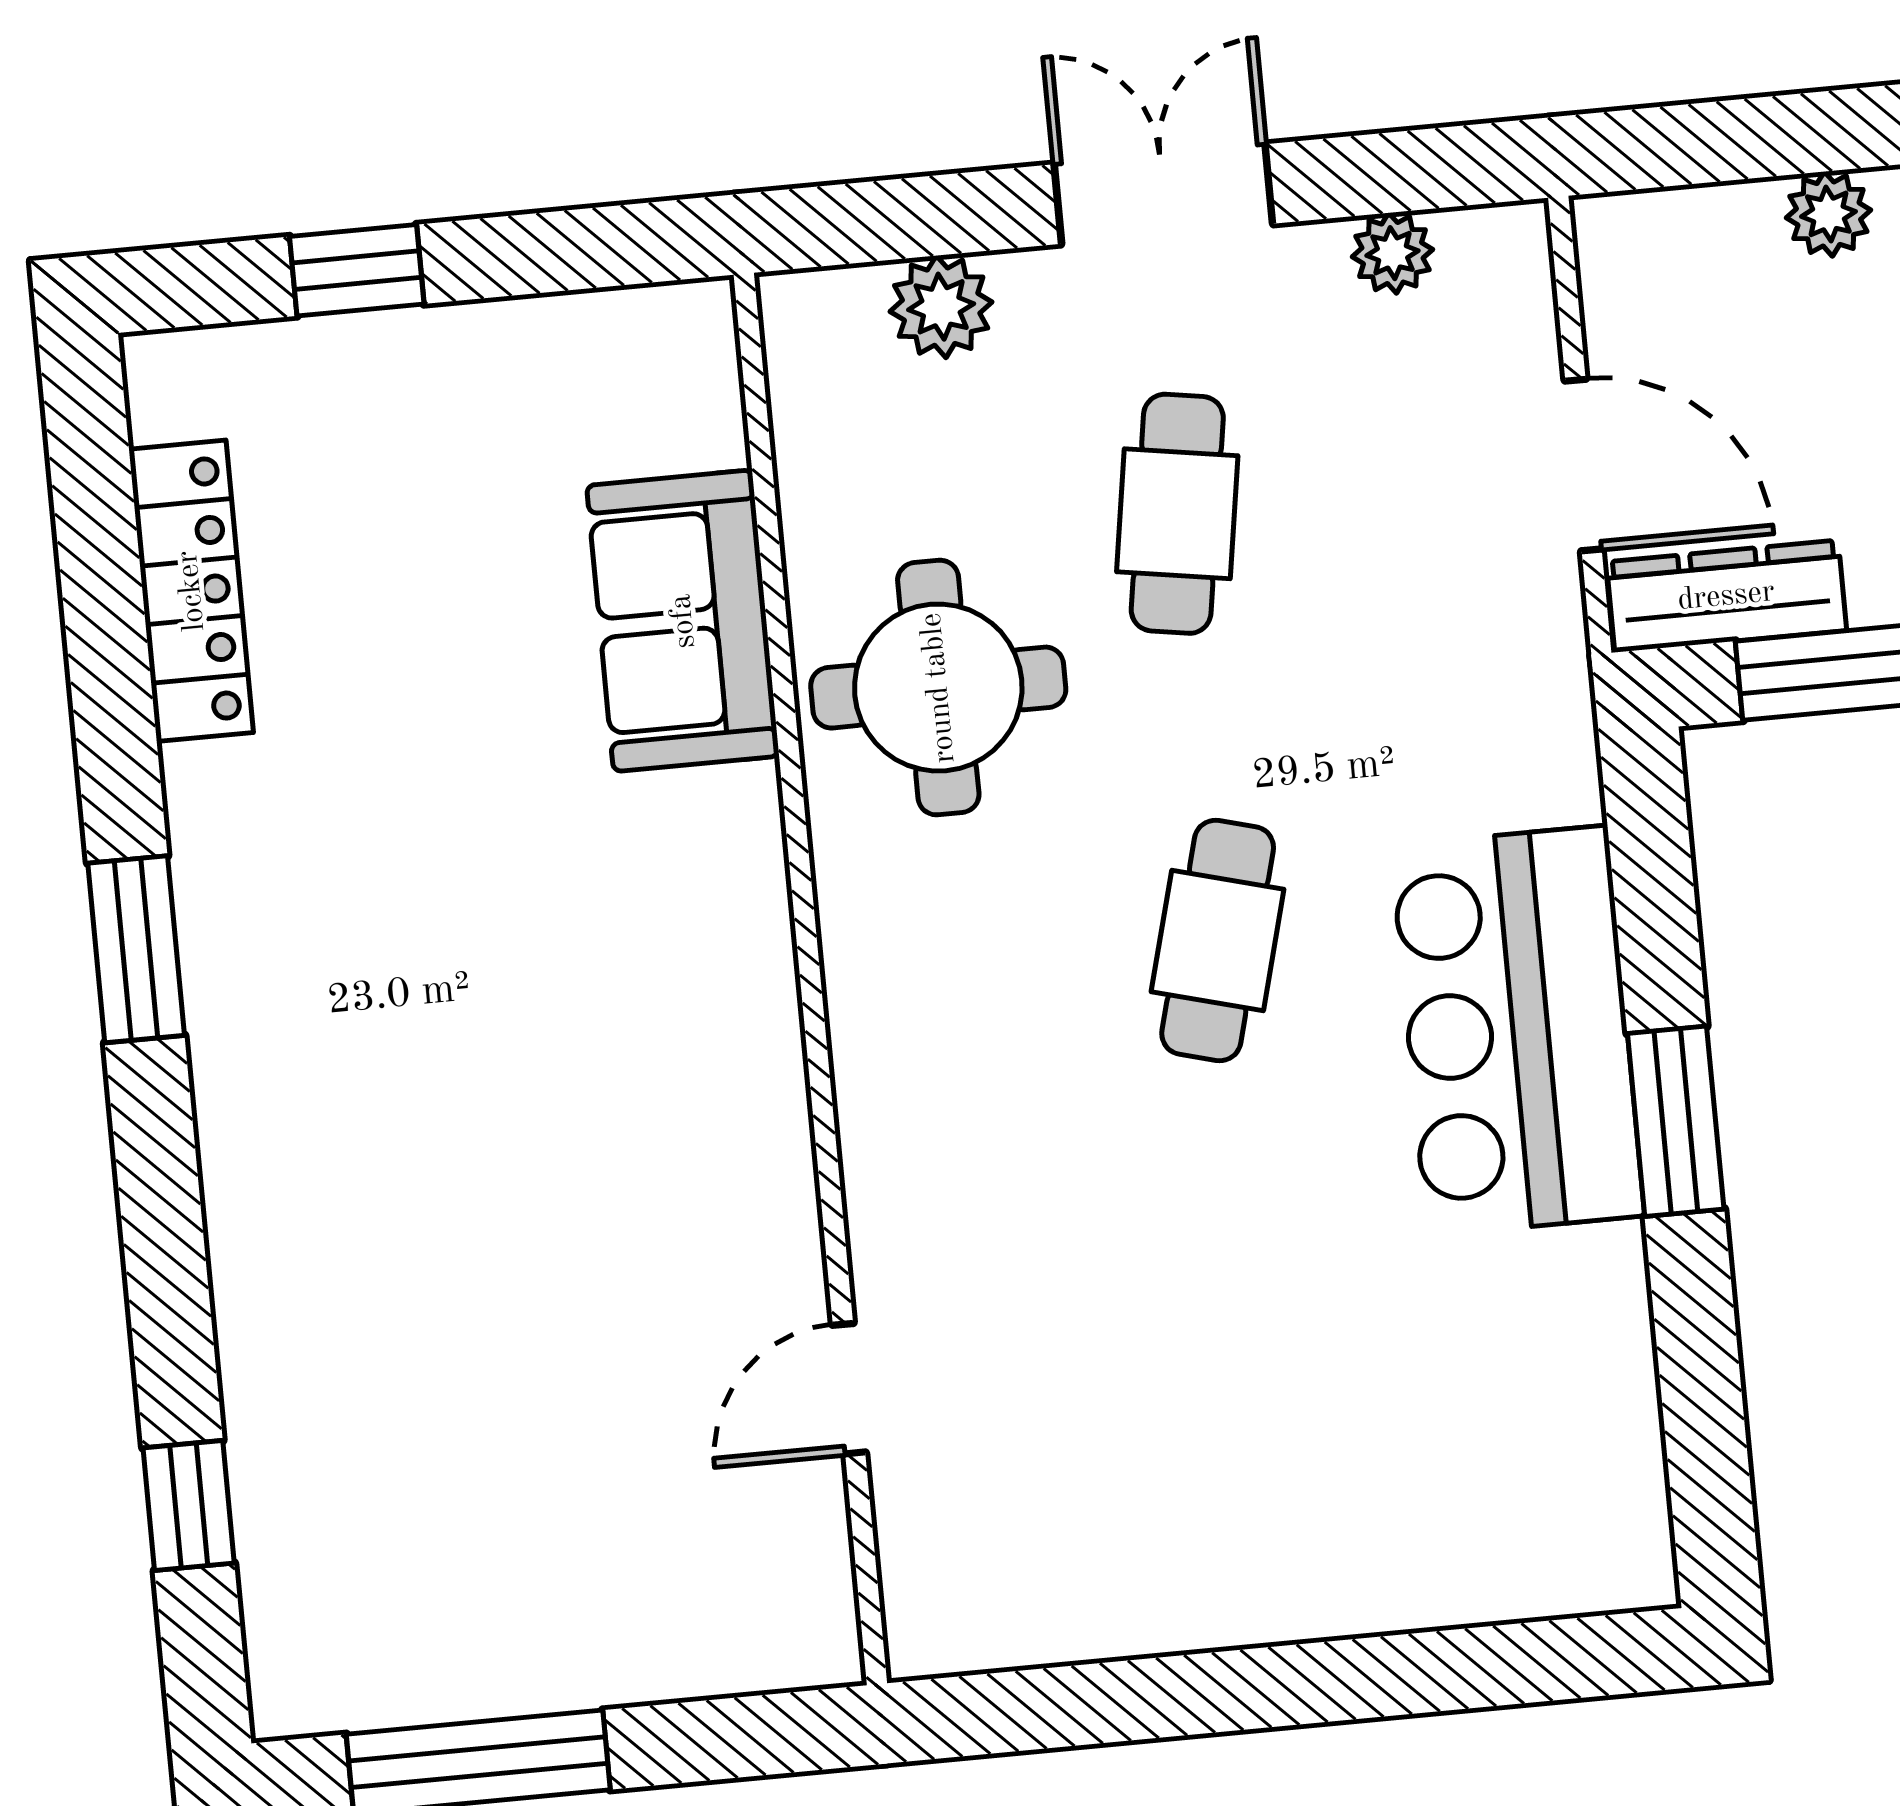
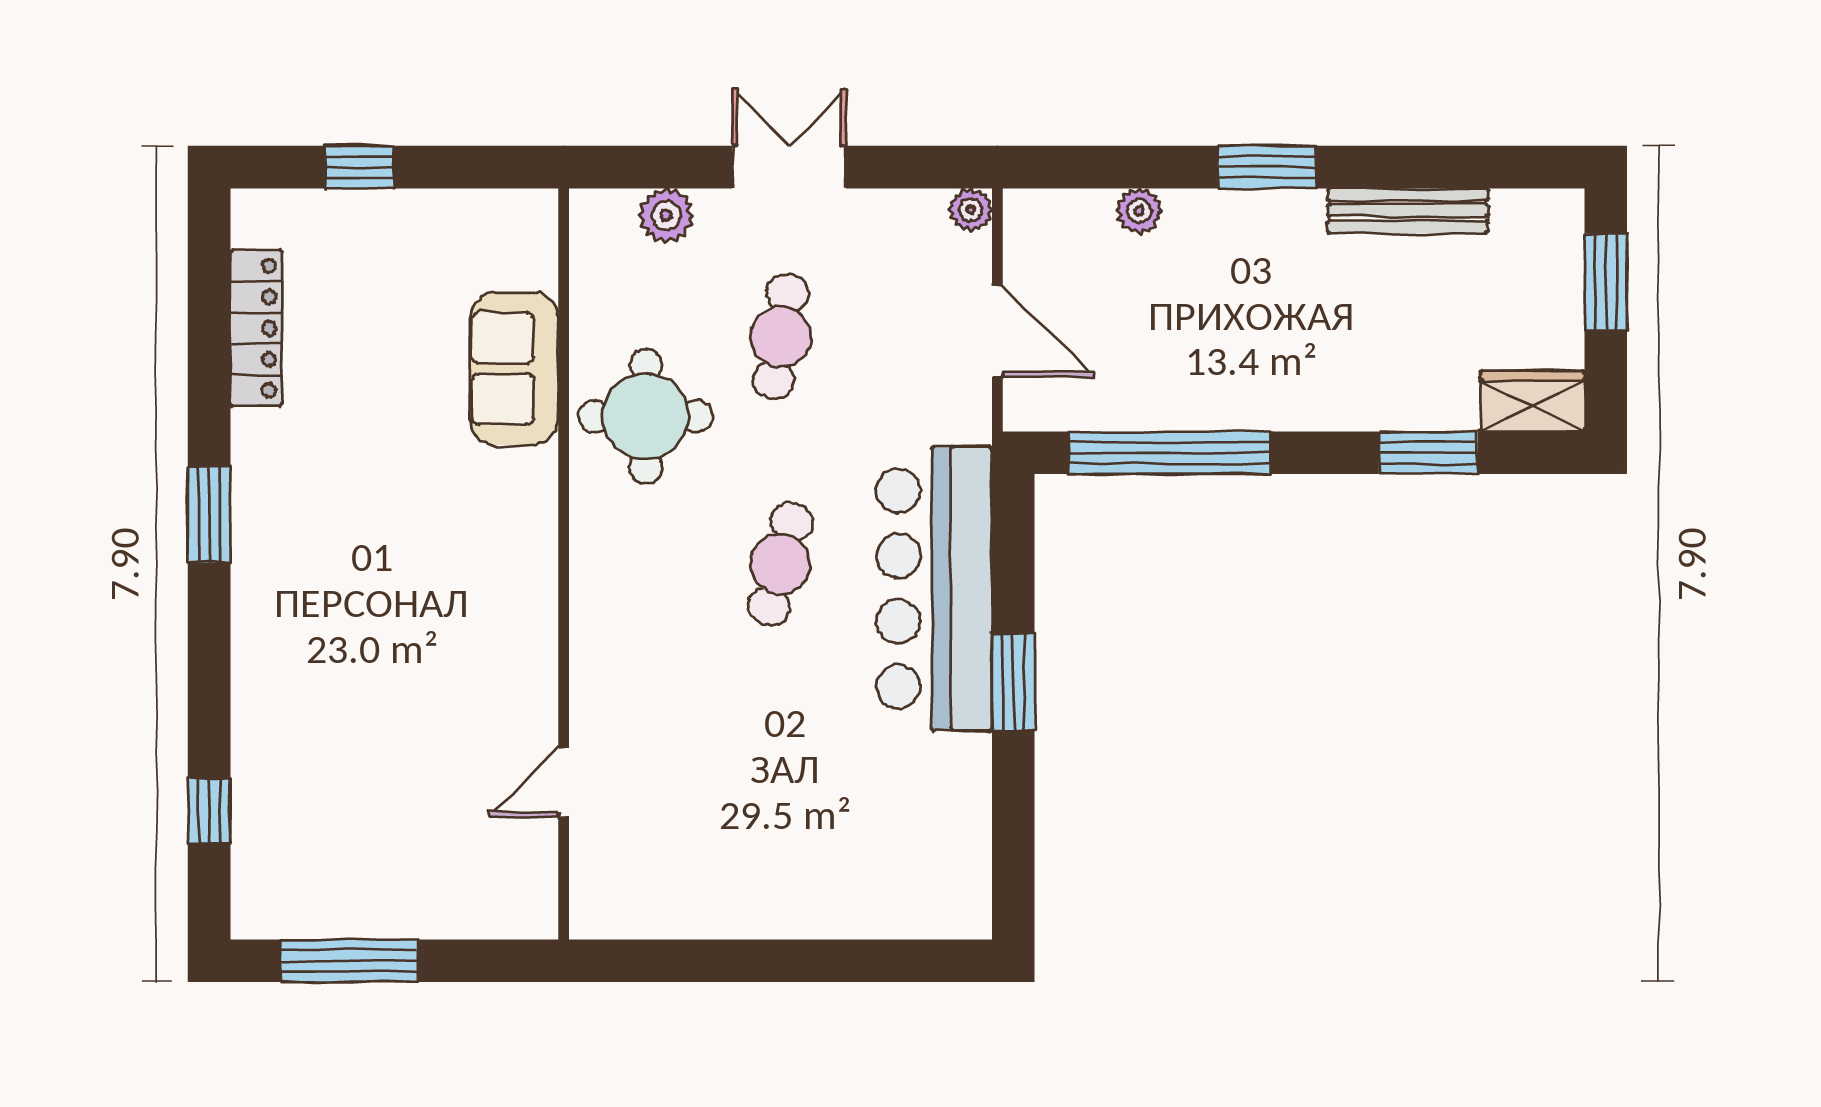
plant: (1393, 253) -> (971, 210), moved
dresser: (1726, 596) -> (1066, 408), removed
bar counter: (1517, 1031) -> (934, 589), width x1.36

